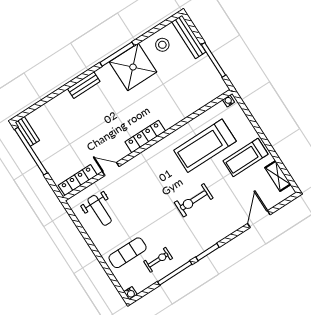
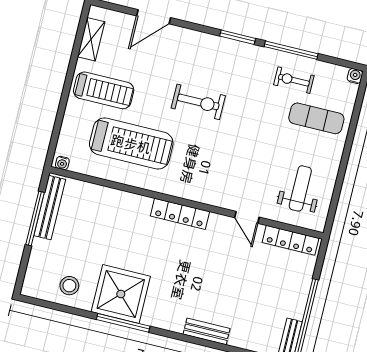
bench: (189, 37) -> (50, 208), moved
bench: (84, 85) -> (207, 331), moved

